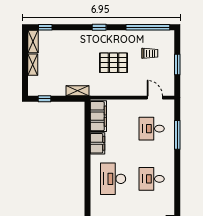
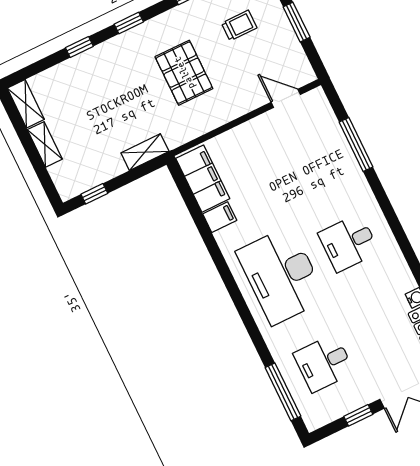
window: (45, 27) -> (79, 47), moved
pallet: (113, 63) -> (184, 73), turned 90
desk: (152, 129) -> (306, 155), removed
filing cabinet: (97, 143) -> (220, 217), width x0.50
desk: (113, 179) -> (281, 275), width x1.36, depth x1.30

